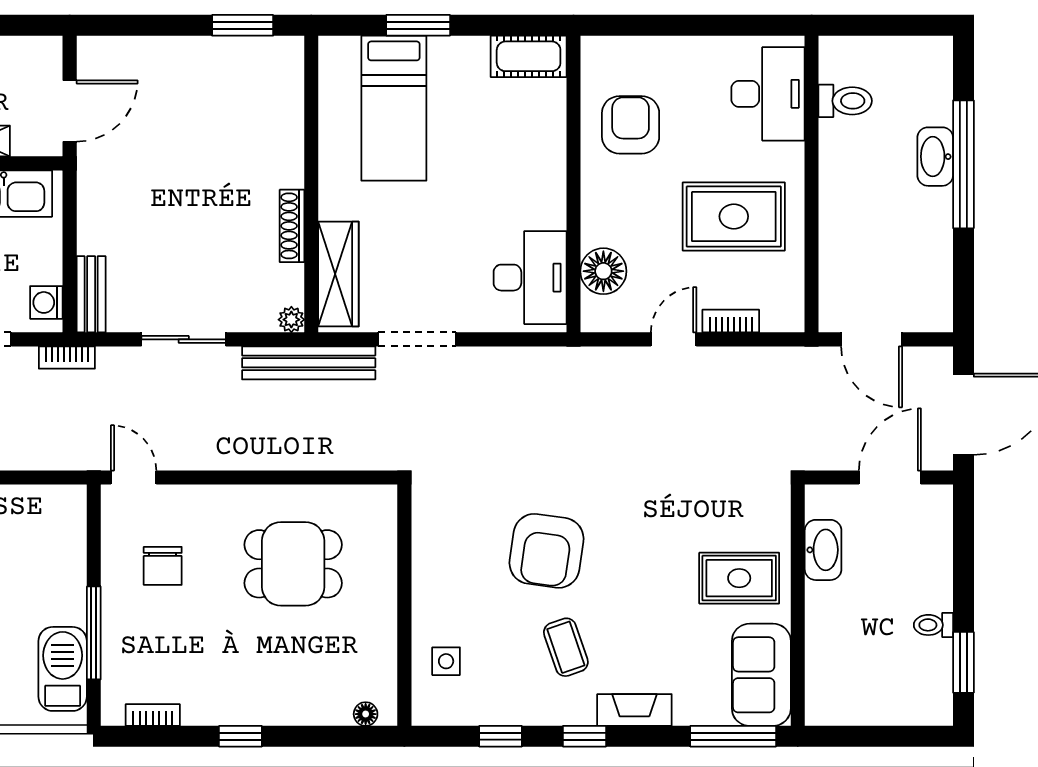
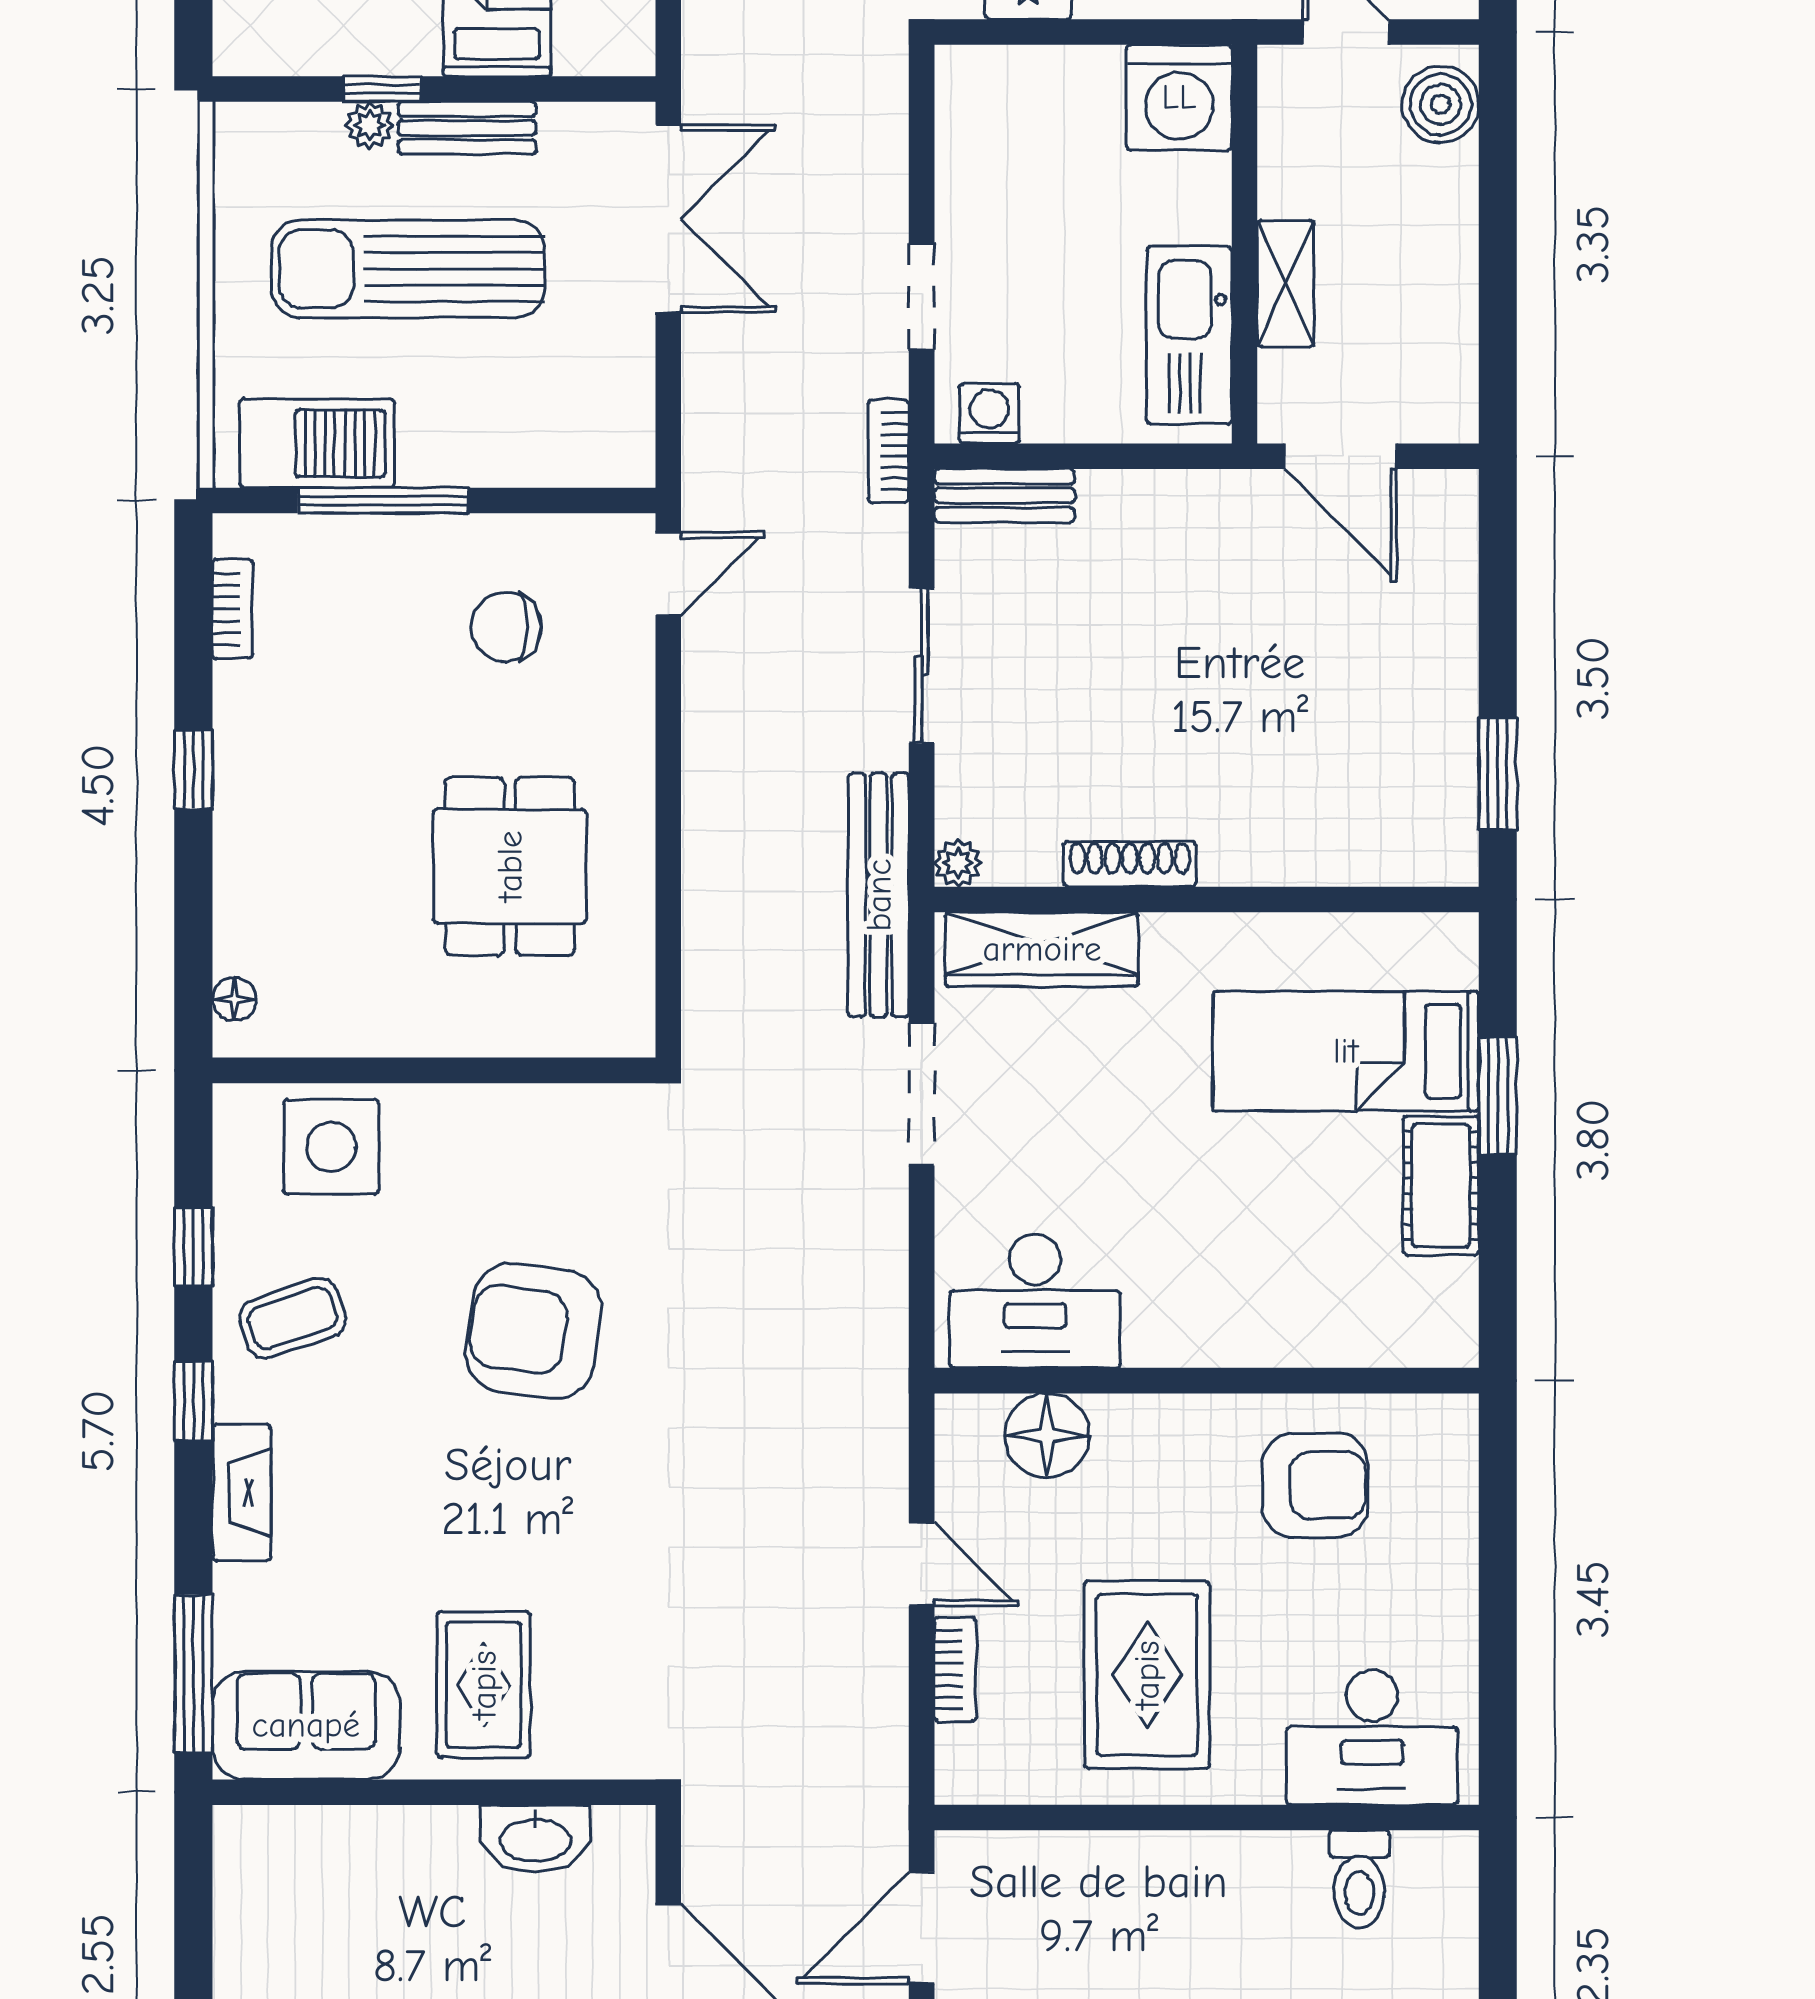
cot: (529, 56) -> (1441, 1186), moved
coffee table: (566, 647) -> (293, 1318), moved
side table: (446, 661) -> (331, 1147), width x1.87, depth x1.87

